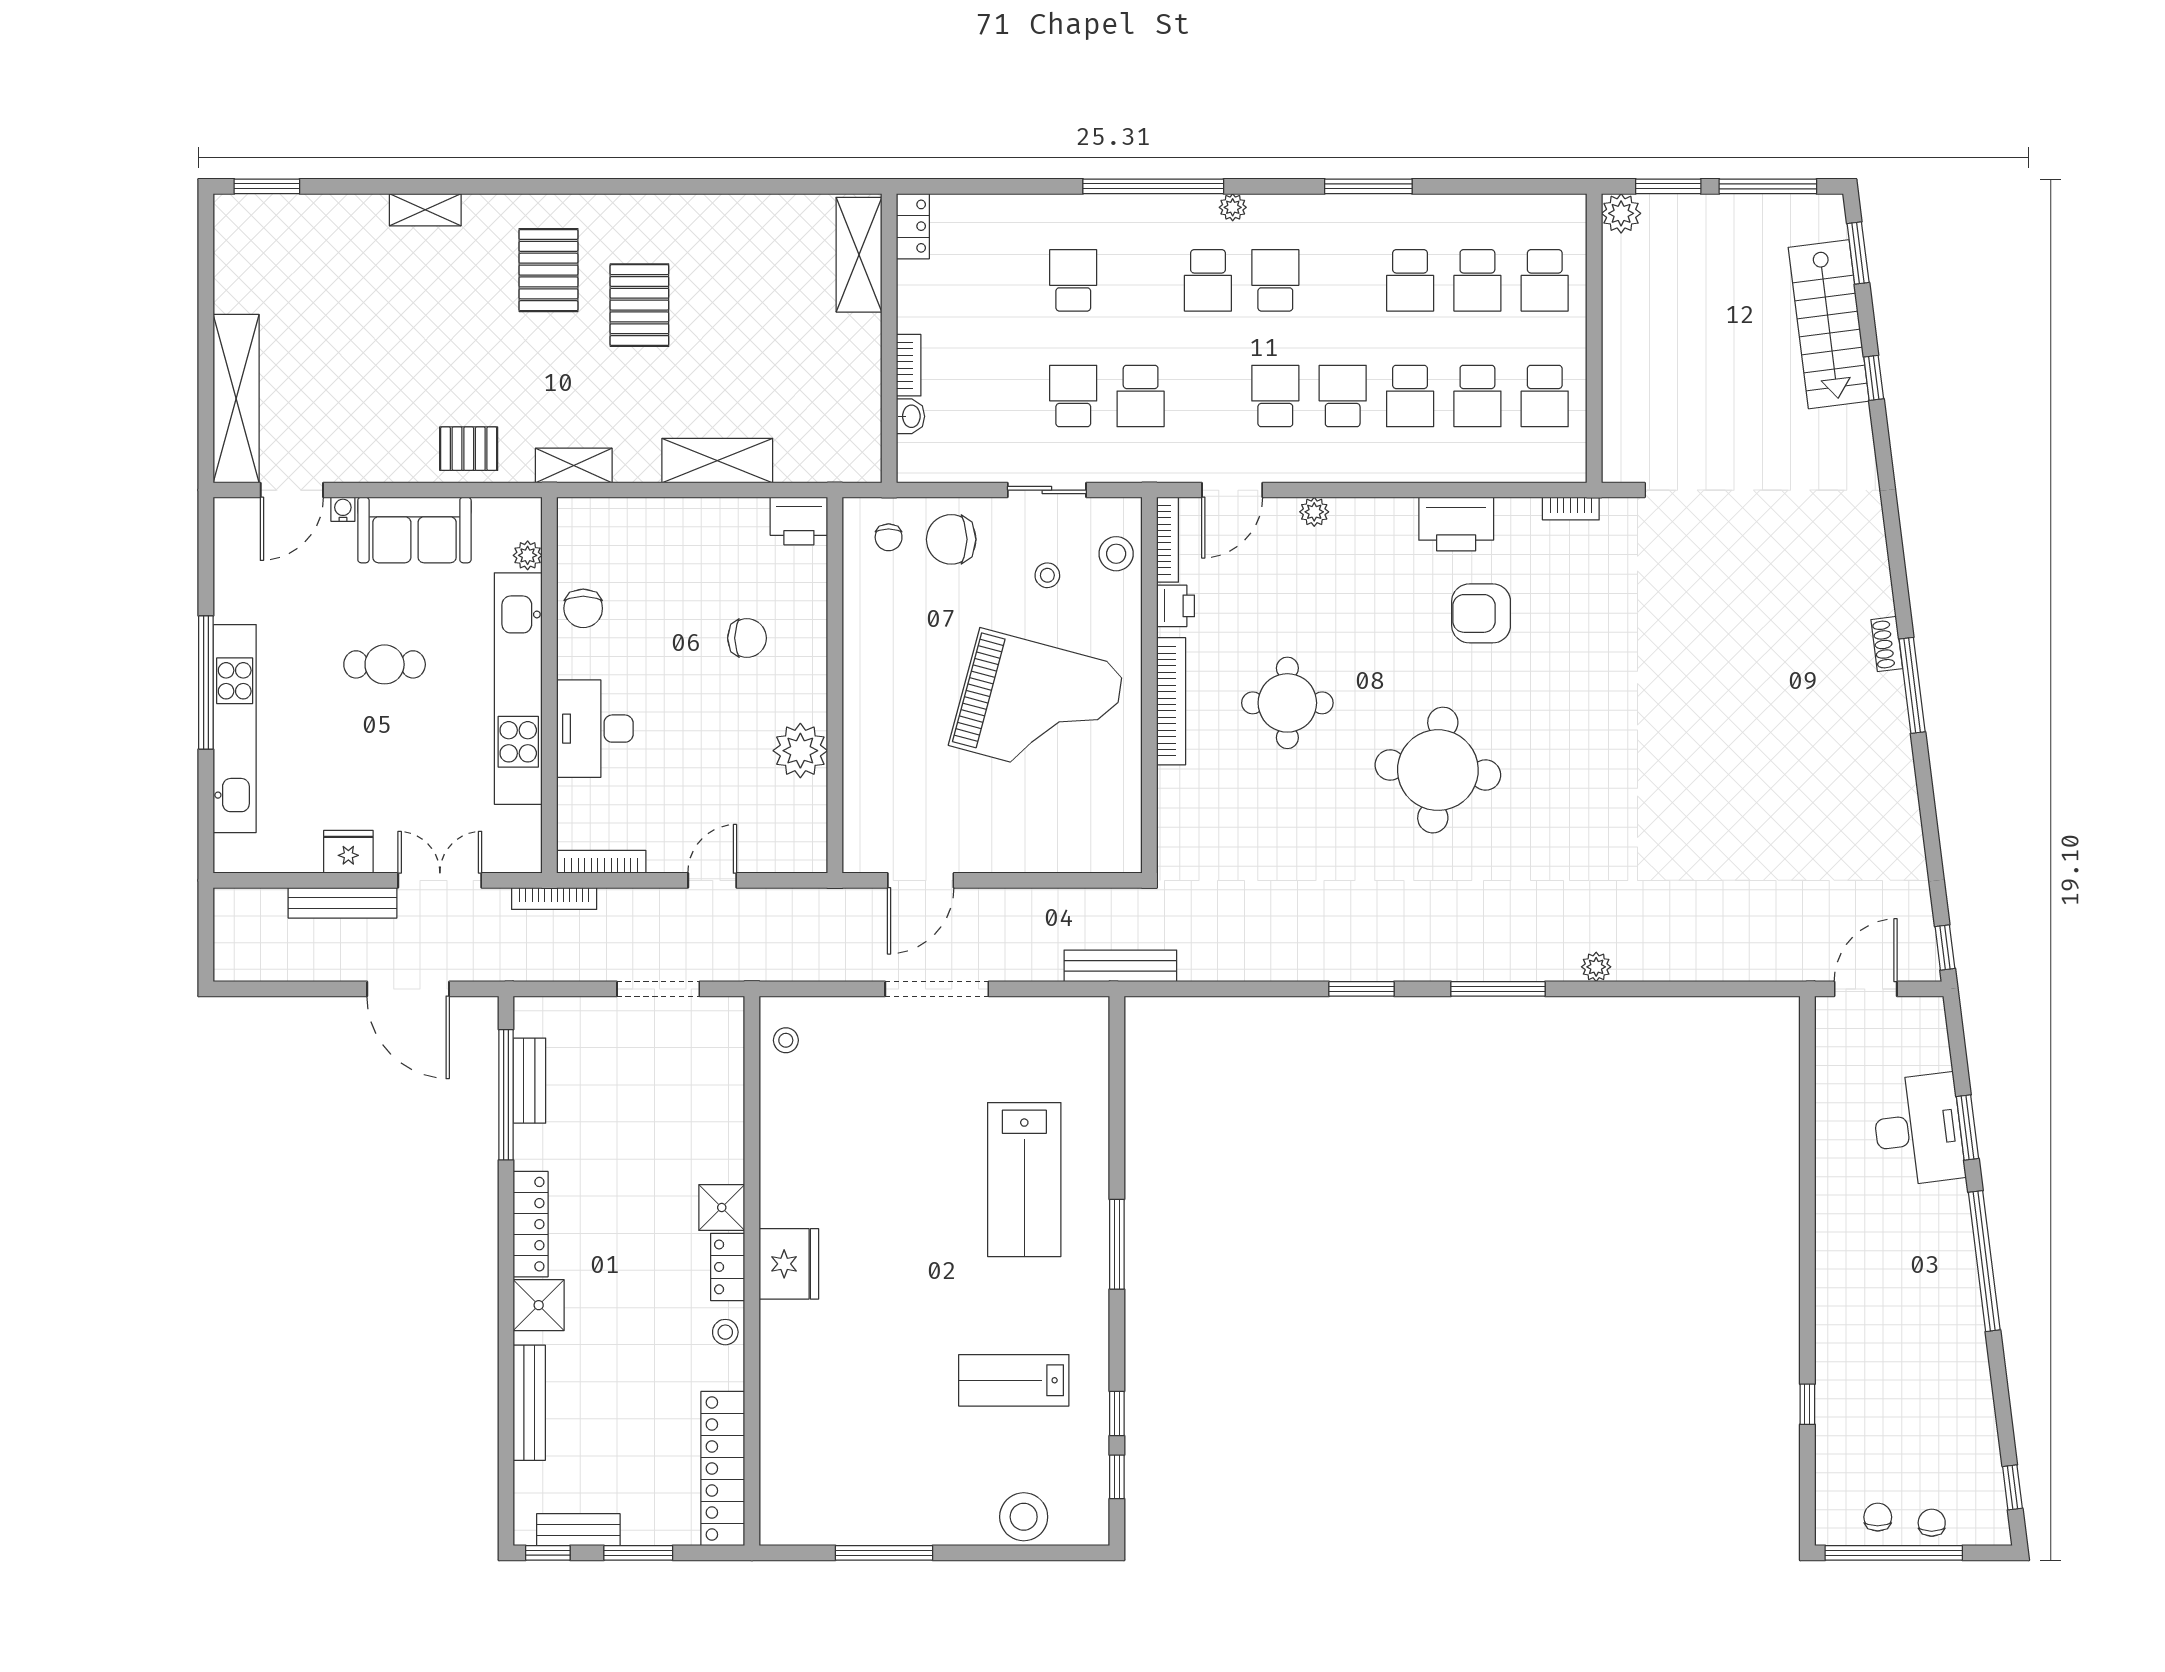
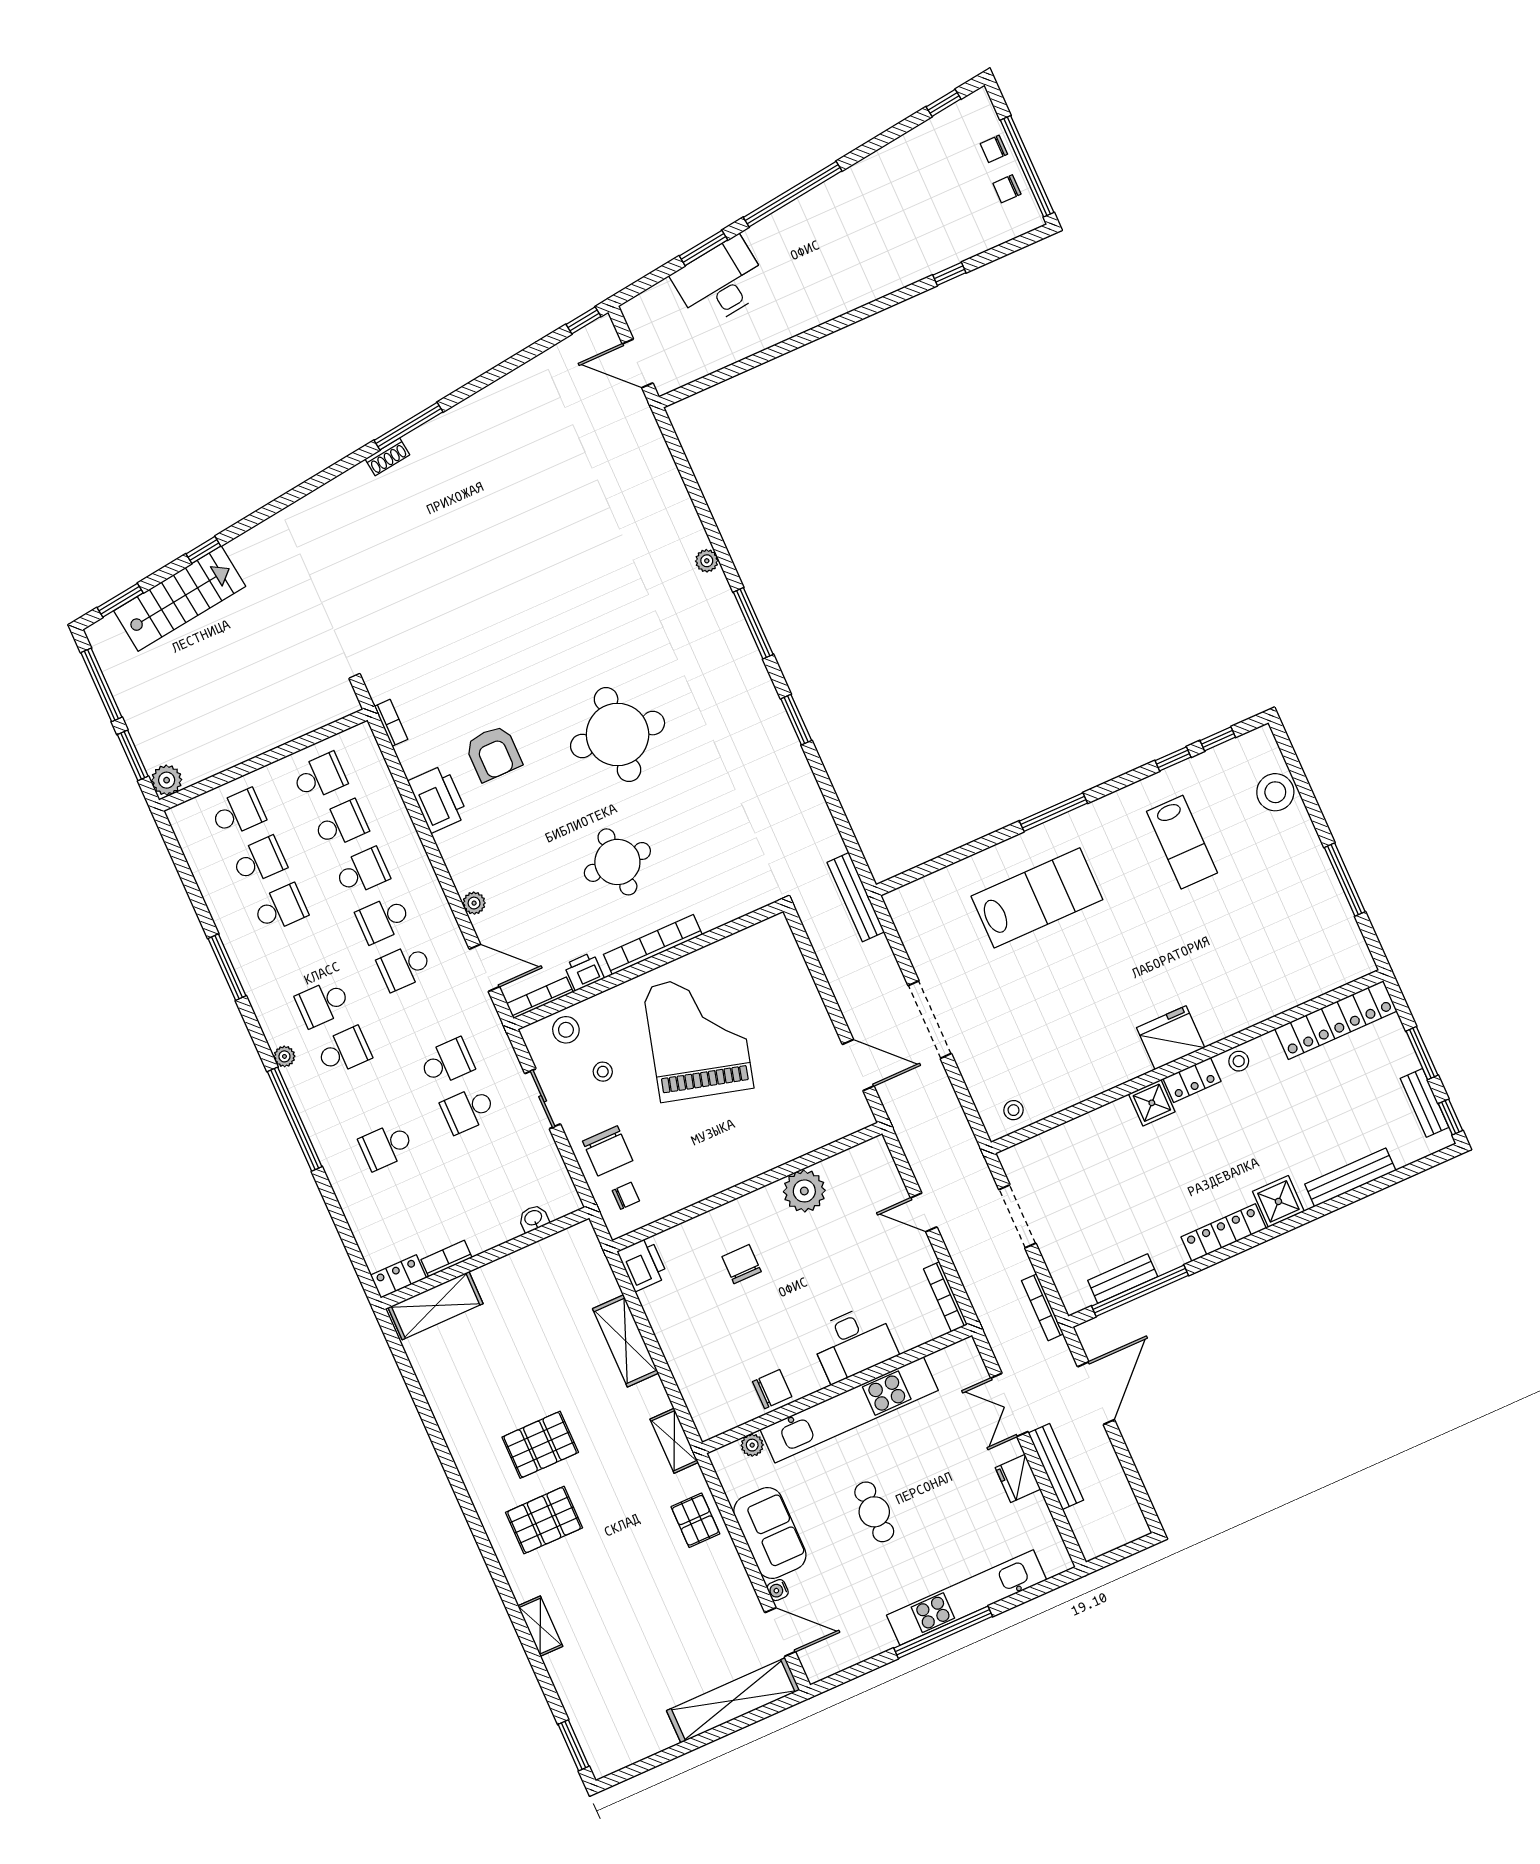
bookcase: (909, 365) -> (447, 1259), moved
bookcase: (554, 899) -> (1042, 1307), moved, turned 180

